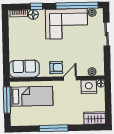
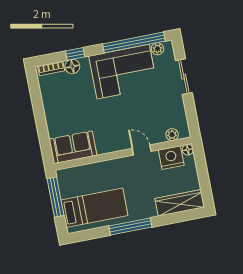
armchair: (56, 67) -> (119, 138), removed
door: (70, 78) -> (142, 150), hinge flipped
bed: (31, 96) -> (94, 208), moved
wardrobe: (95, 118) -> (180, 203), width x1.50

